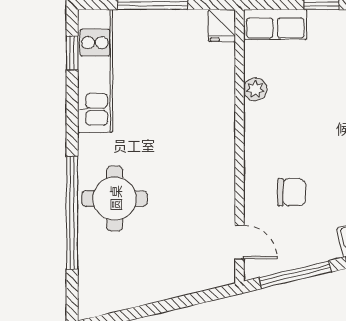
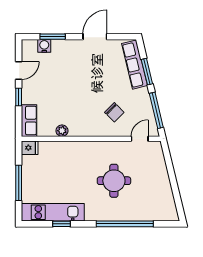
window: (72, 53) -> (61, 224), moved
chair: (292, 192) -> (114, 112), turned 135
round table: (115, 198) -> (114, 181), moved

